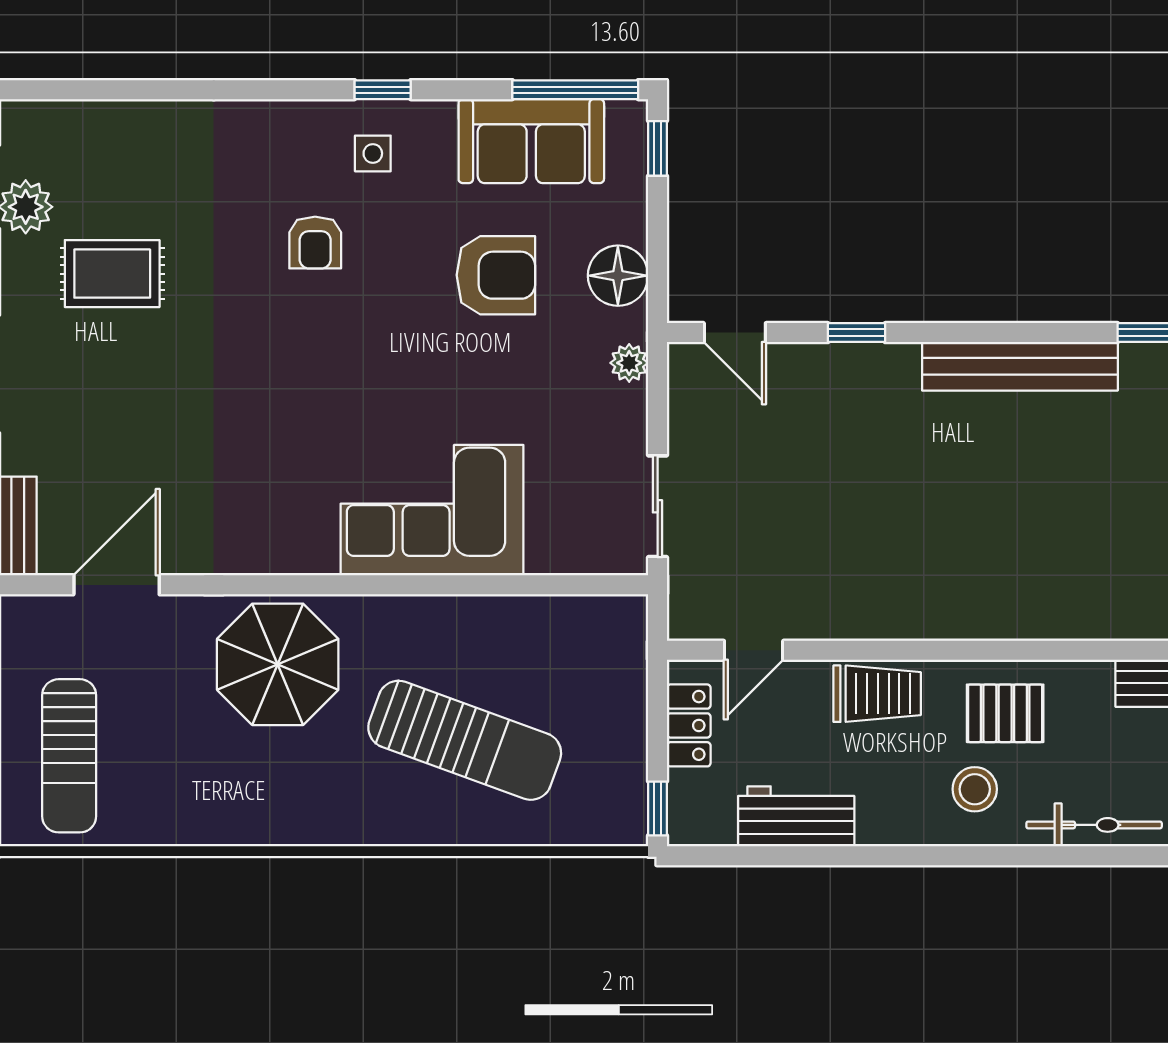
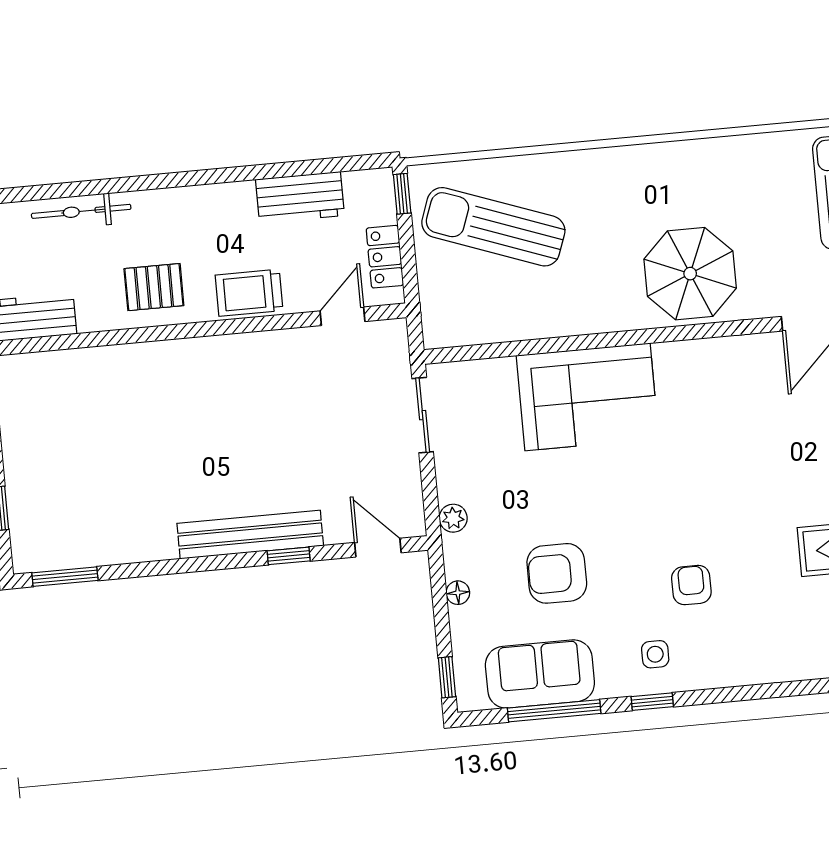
window: (575, 90) -> (554, 711), moved
floor lamp: (618, 276) -> (458, 593), width x0.53, depth x0.53
bench: (1020, 366) -> (250, 535), moved
sun lounger: (465, 740) -> (493, 227), moved
stool: (975, 789) -> (171, 229), removed

